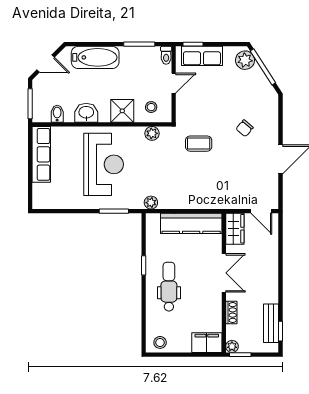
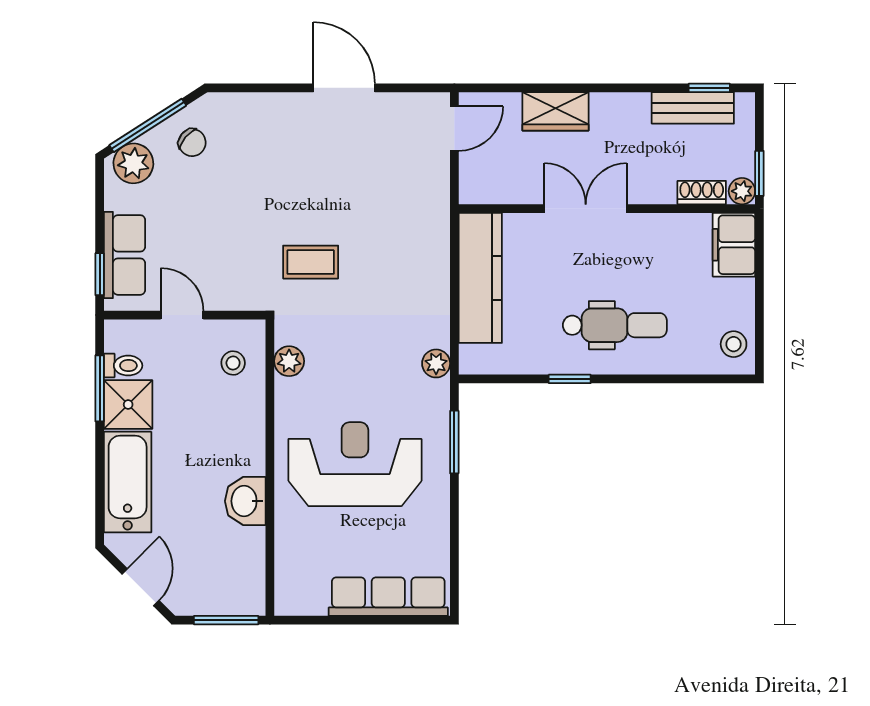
toilet: (166, 55) -> (123, 366), moved
shower: (122, 111) -> (128, 405), moved
bidet: (57, 114) -> (247, 563), removed
chair: (245, 128) -> (192, 143), moved
coffee table: (199, 144) -> (311, 262), turned 90
row of seats: (41, 154) -> (388, 597), moved
wardrobe: (235, 229) -> (555, 111), moved, turned 180
dental chair: (169, 287) -> (615, 325), turned 180
shoe rack: (231, 313) -> (702, 193), moved

